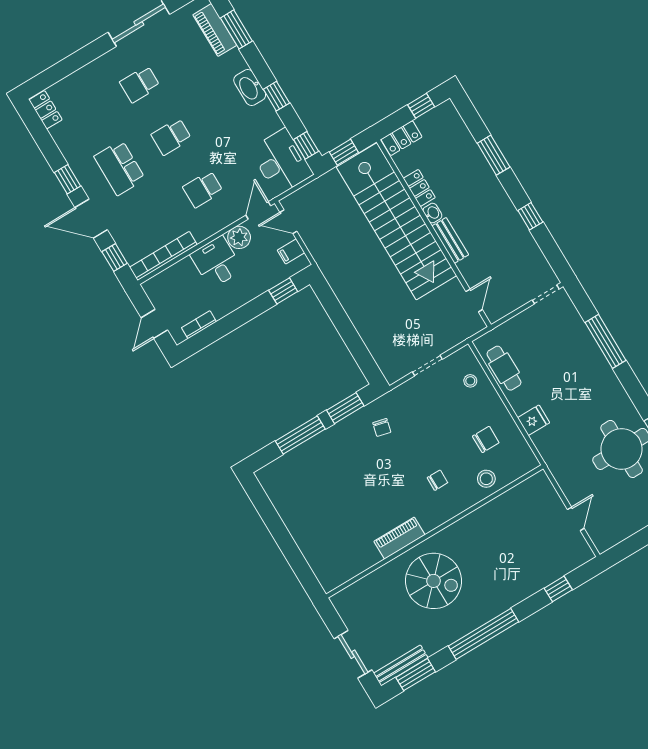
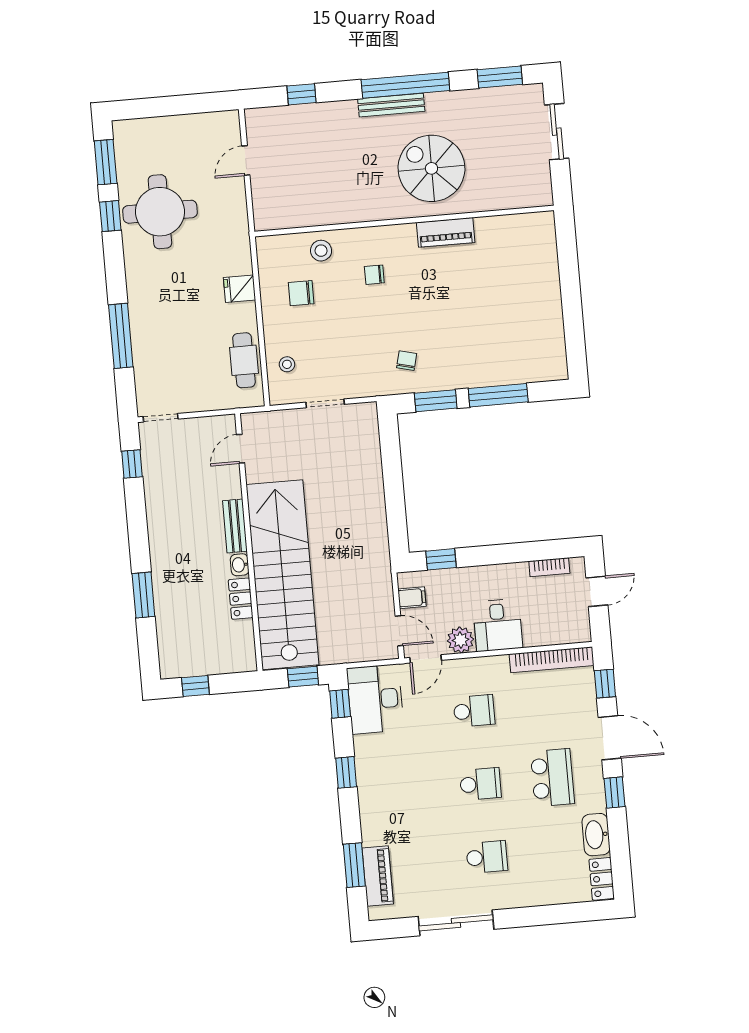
washbasin: (250, 88) -> (596, 835), moved, turned 180
locker: (401, 138) -> (234, 662), removed
window: (530, 216) -> (132, 464), moved
bench: (401, 666) -> (391, 105), moved

